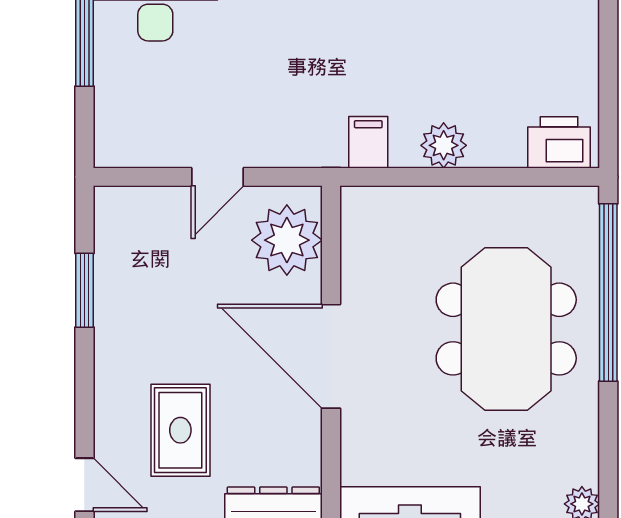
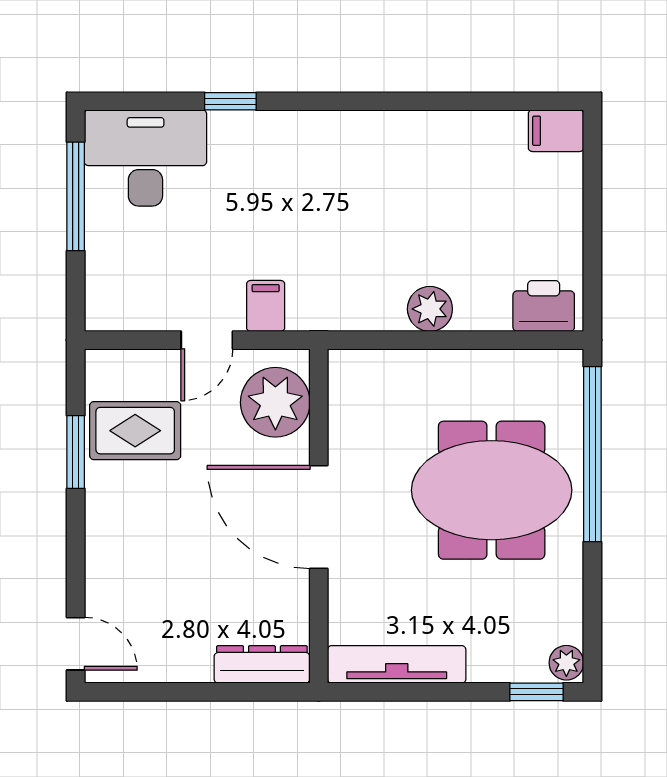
filing cabinet: (368, 142) -> (266, 306), moved
meeting table: (506, 329) -> (492, 490), turned 90
rug: (180, 430) -> (135, 431), moved, turned 90

